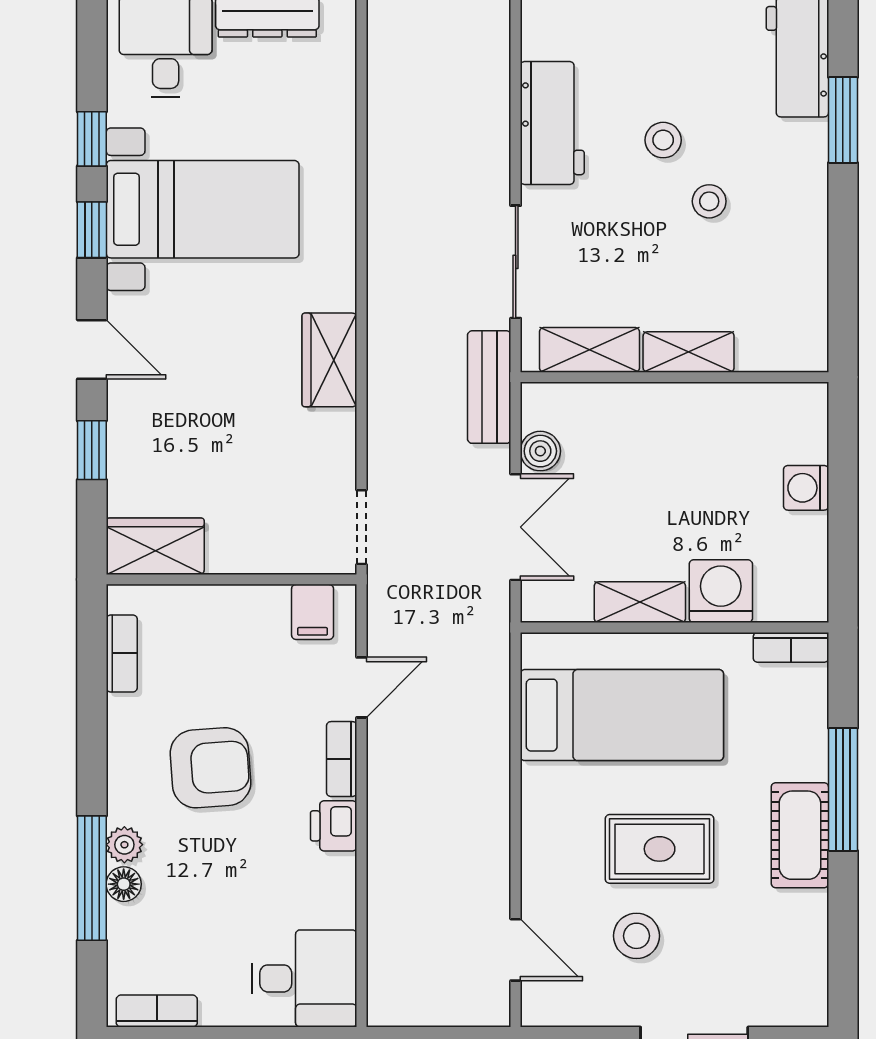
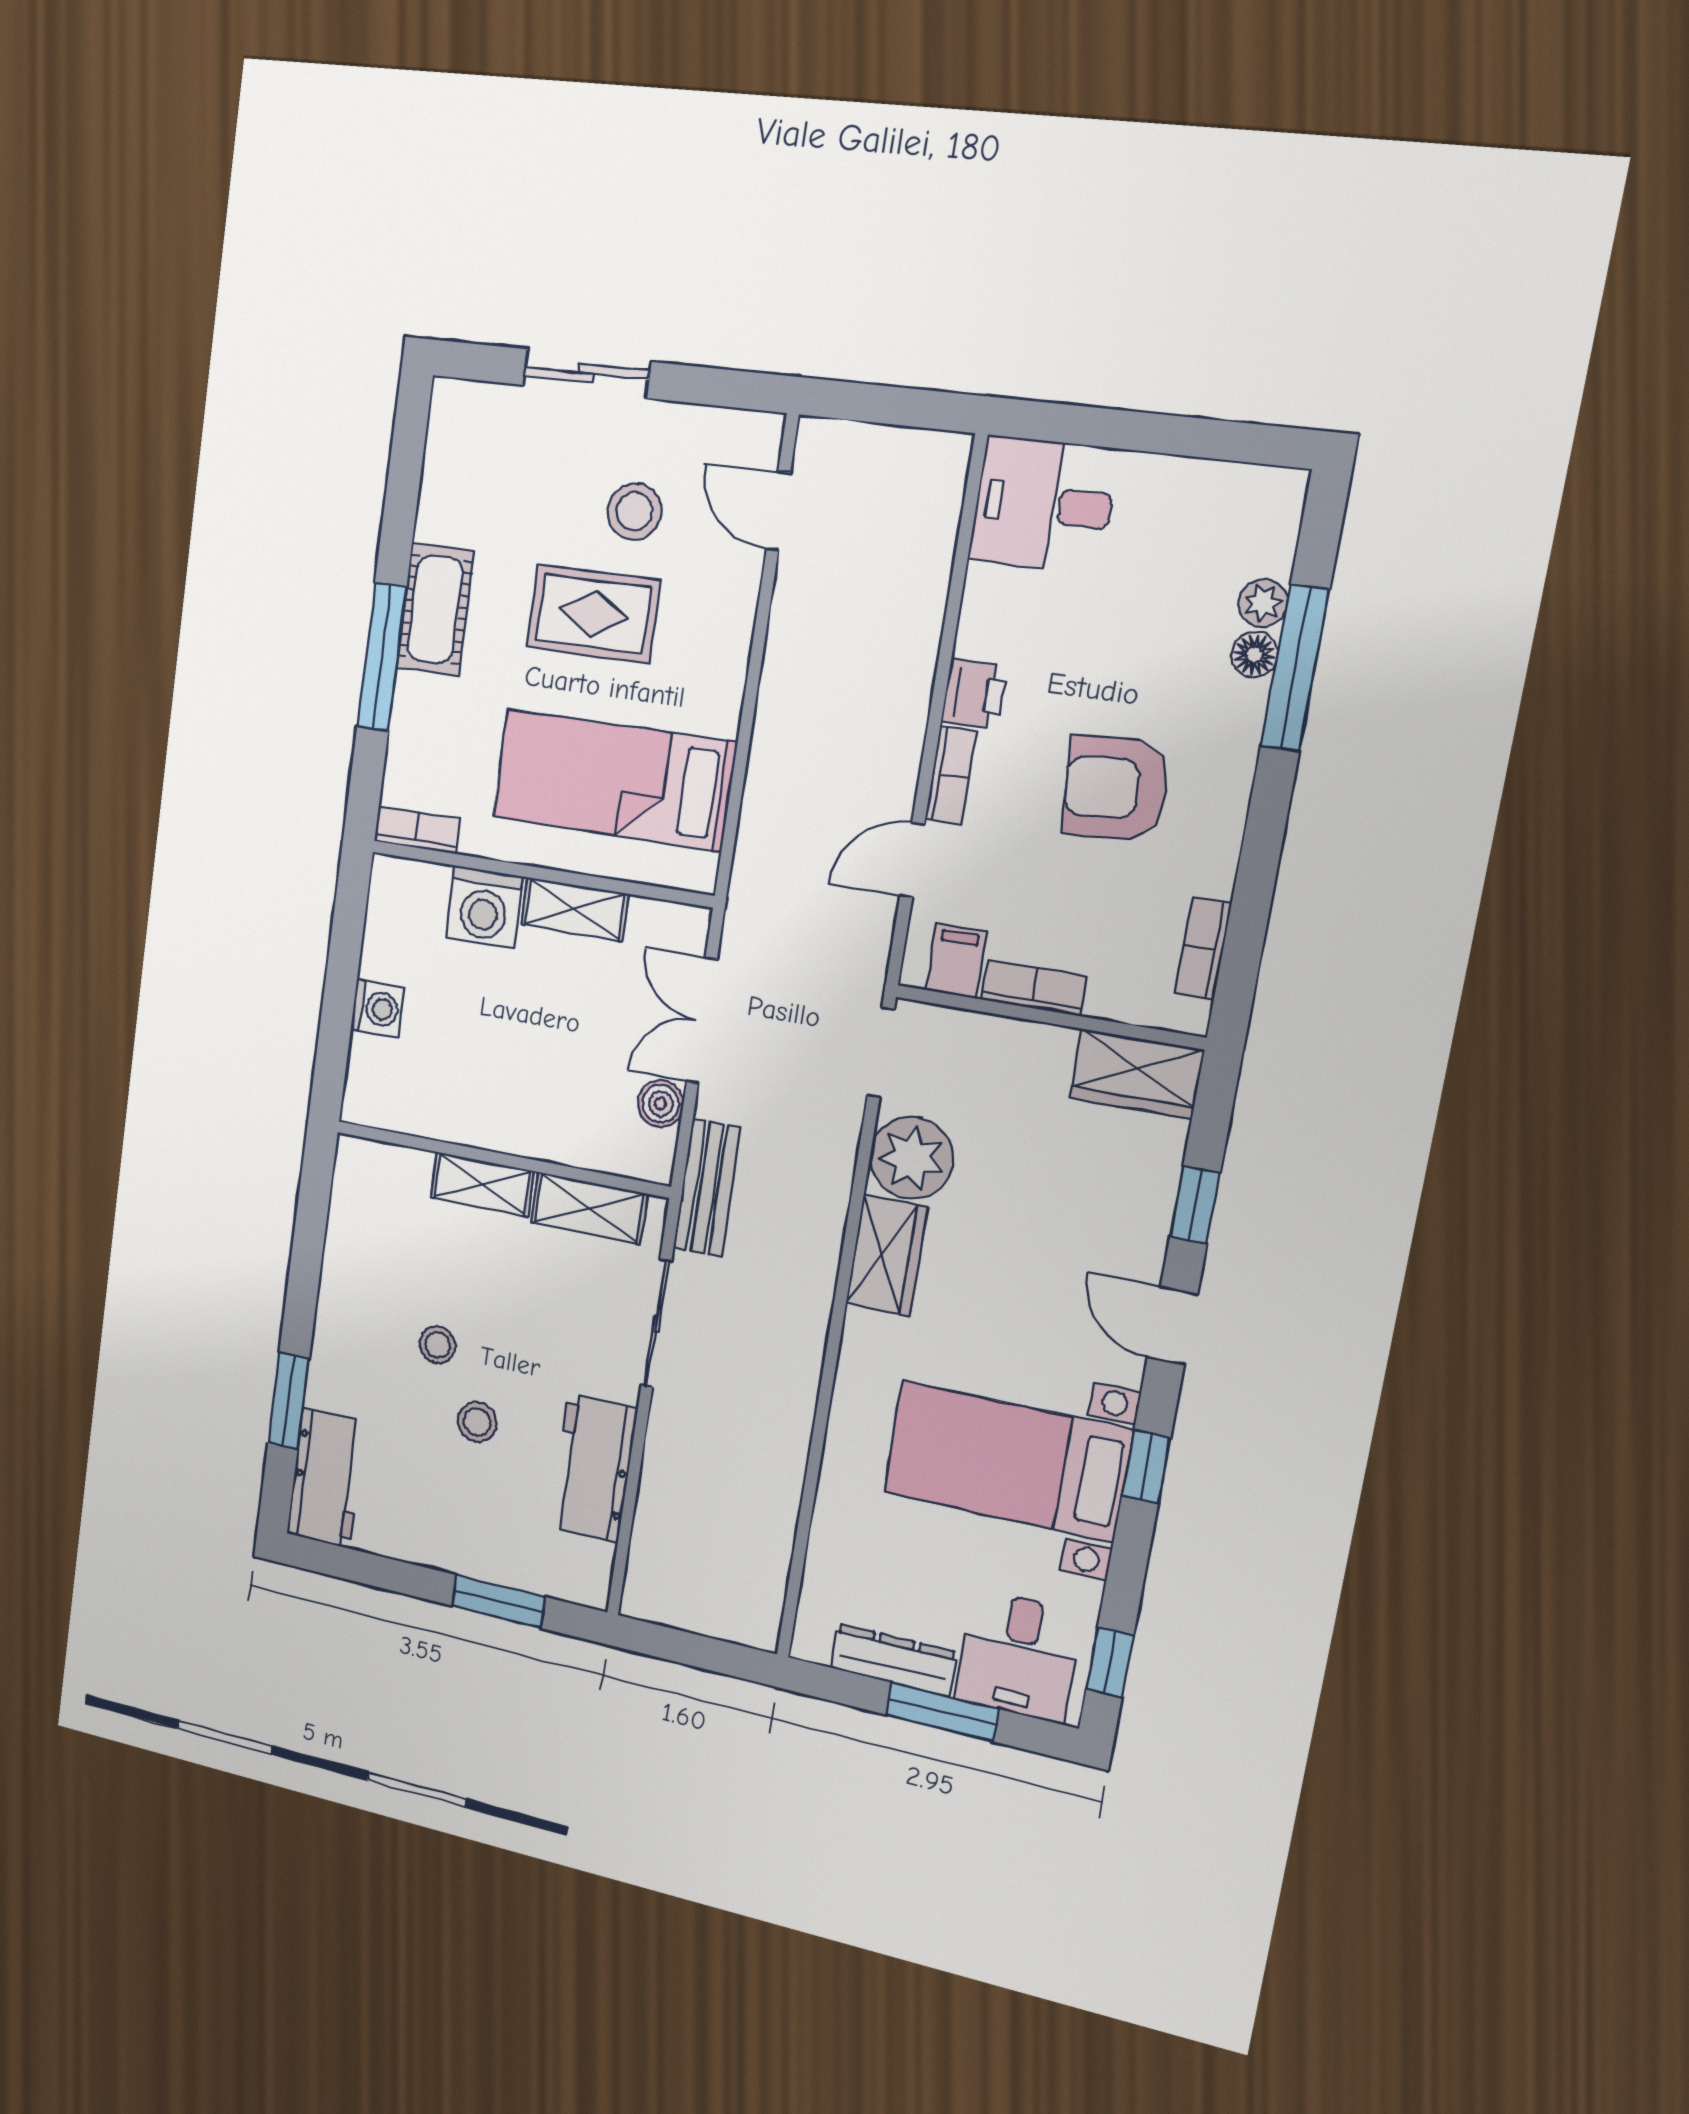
window: (92, 139) -> (1110, 1662), moved
plant: (322, 445) -> (911, 1158), added
plant: (124, 845) -> (1263, 603), moved
bookcase: (157, 1011) -> (1033, 988), moved, turned 180

